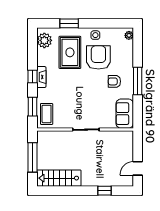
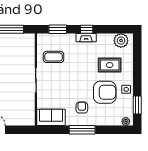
window: (69, 23) -> (137, 105), moved
rug: (70, 52) -> (110, 65), width x0.73, depth x0.70
coffee table: (47, 114) -> (54, 57), moved

